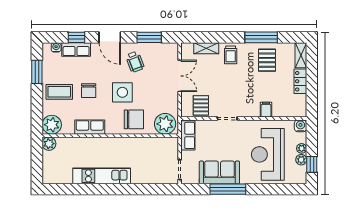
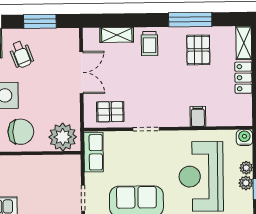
pallet: (201, 105) -> (110, 112), turned 90

